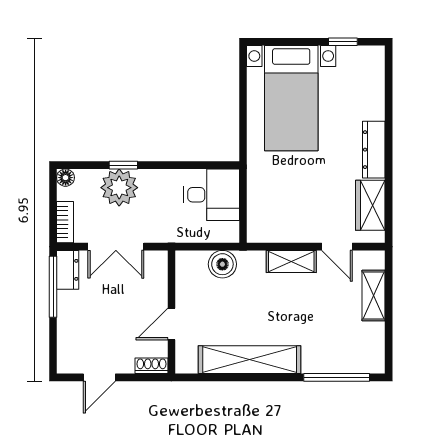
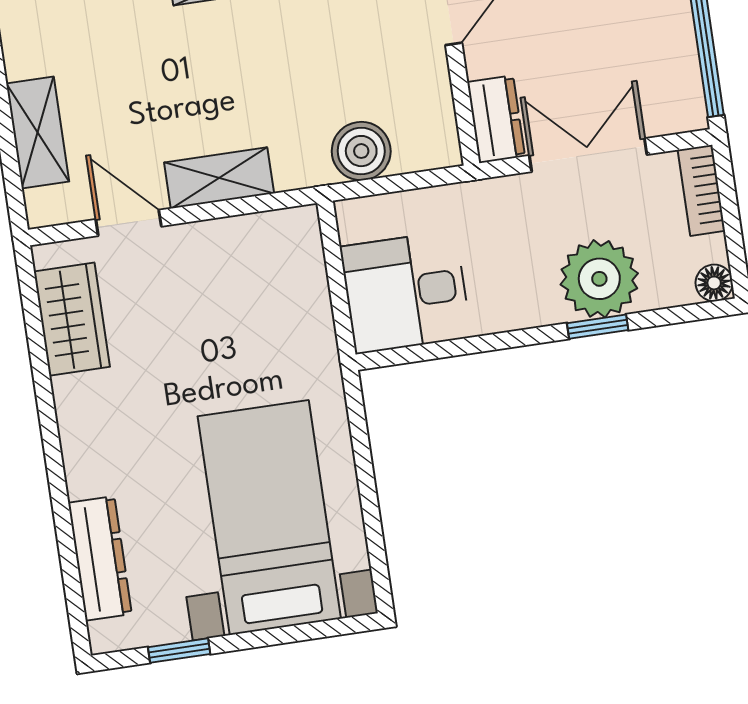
dresser: (374, 150) -> (100, 558), moved
dresser: (68, 270) -> (496, 119), moved, turned 180

